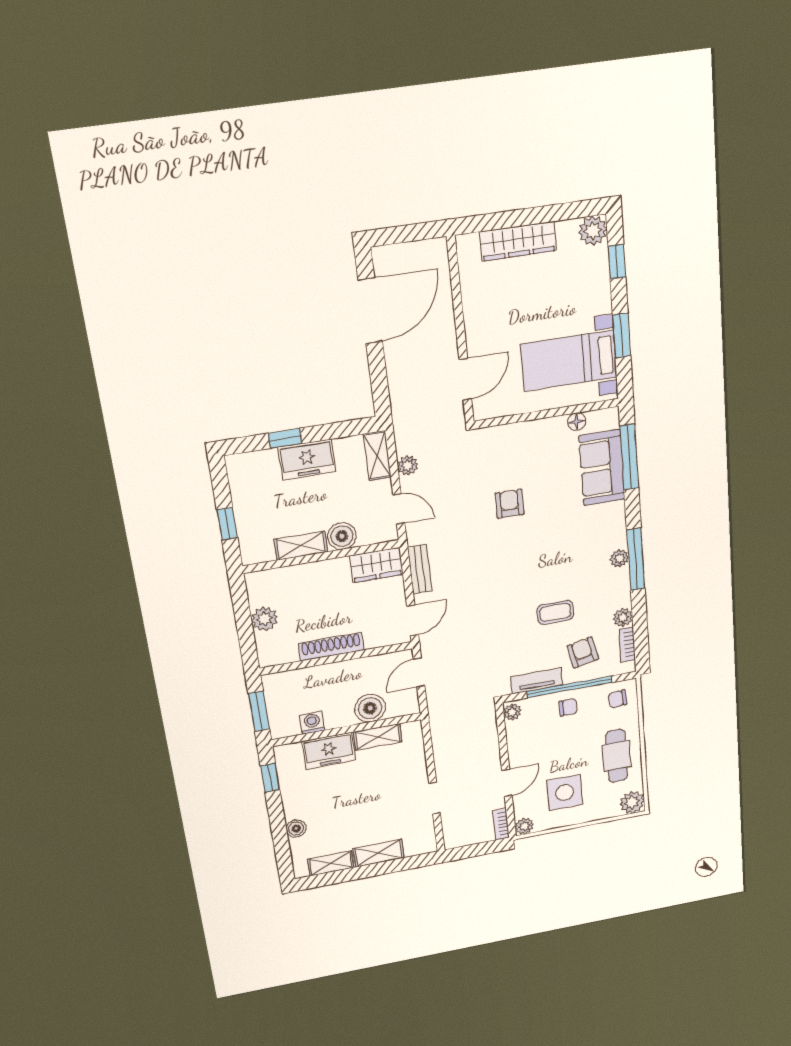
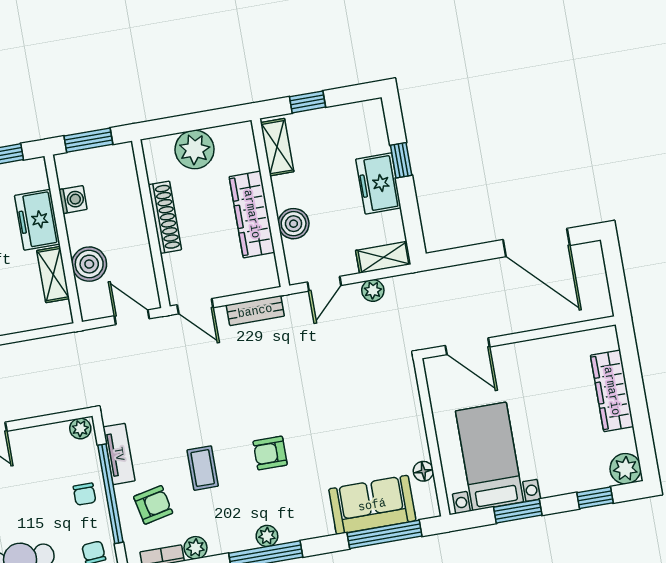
armchair: (510, 504) -> (270, 453), moved, turned 180
shelving: (301, 546) -> (277, 147), moved
wardrobe: (376, 565) -> (252, 214), moved, width x1.50
plant: (264, 619) -> (195, 149), width x1.36, depth x1.36

